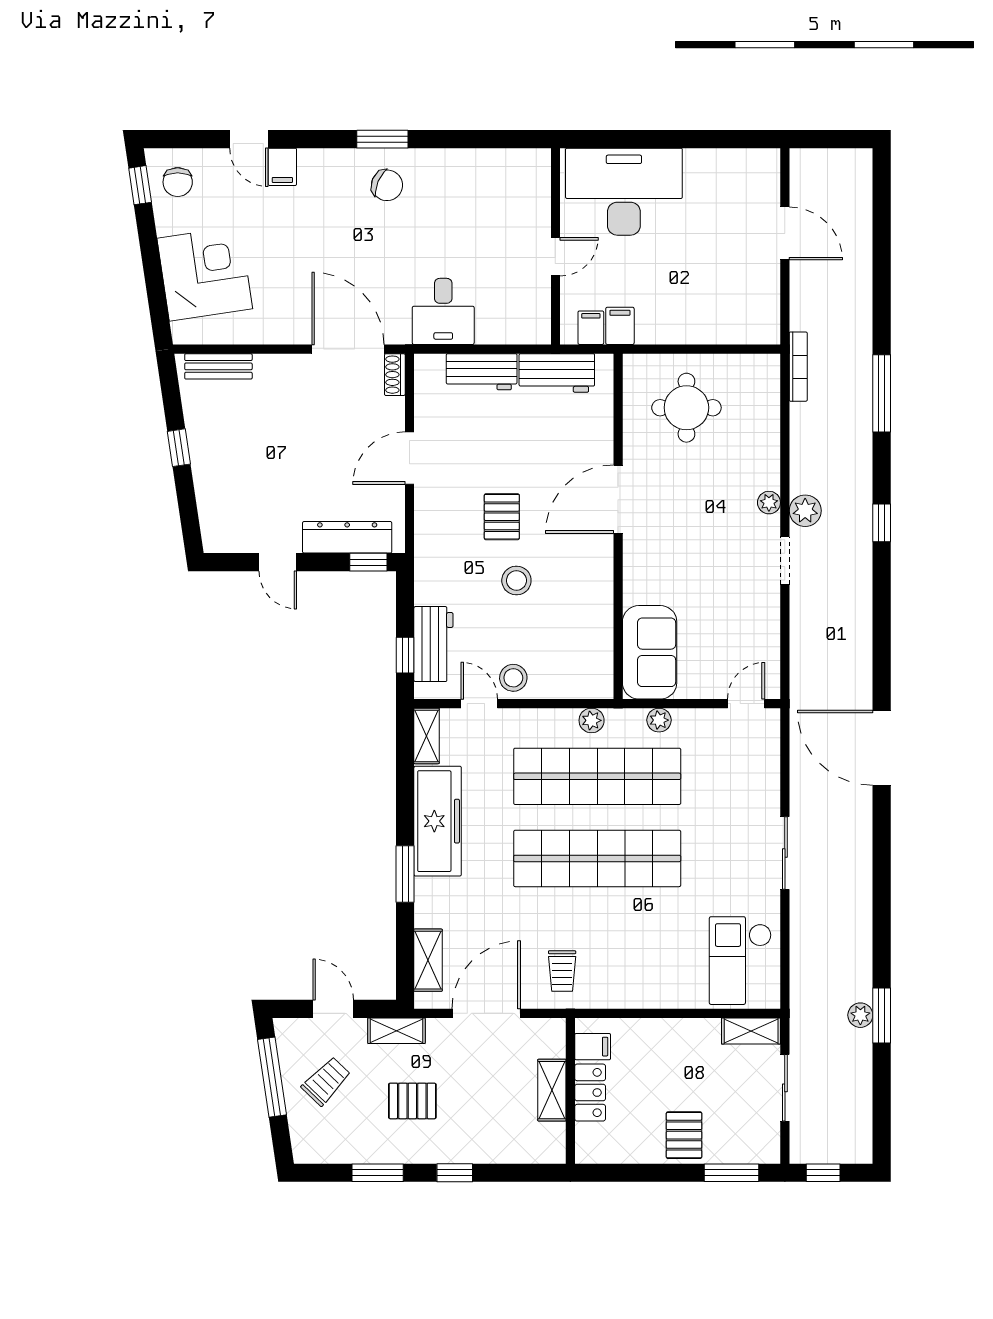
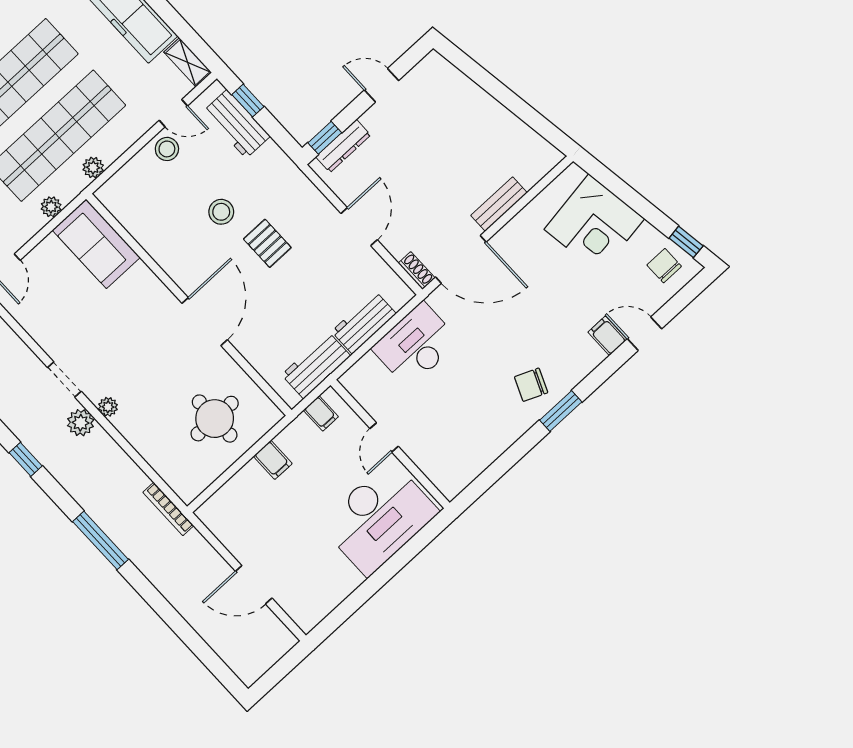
desk: (443, 311) -> (416, 345), width x1.37
filing cabinet: (620, 326) -> (273, 460), moved
bench: (218, 366) -> (499, 204), moved
window: (179, 448) -> (510, 100), removed
dresser: (347, 537) -> (343, 146), width x0.73, depth x0.80

